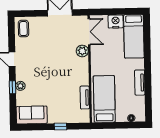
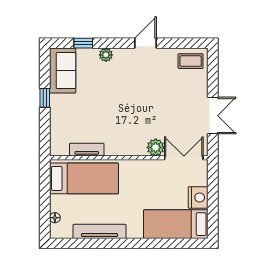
double door: (89, 32) -> (184, 158), swing flipped
tv unit: (140, 83) -> (99, 231), width x1.41
window: (13, 87) -> (83, 43), moved
window: (60, 126) -> (45, 98), moved

